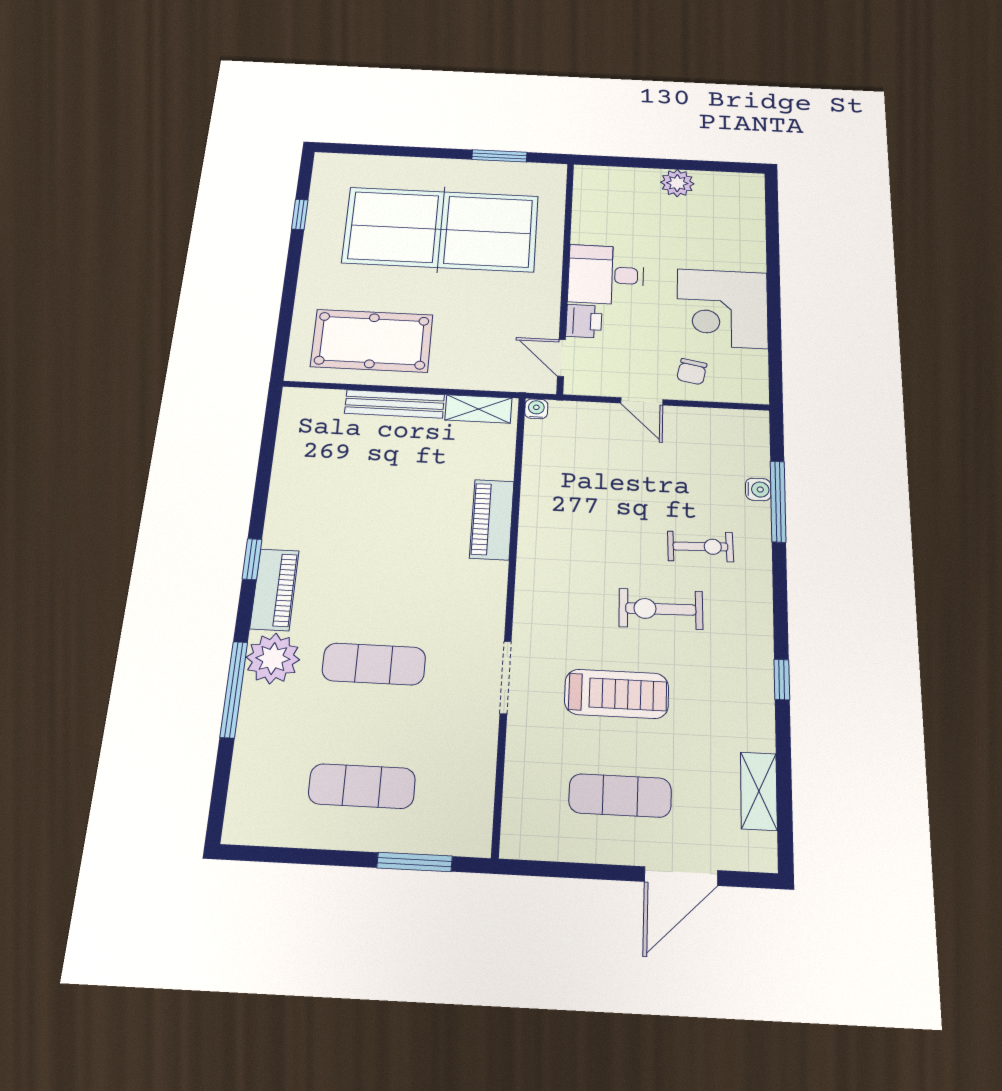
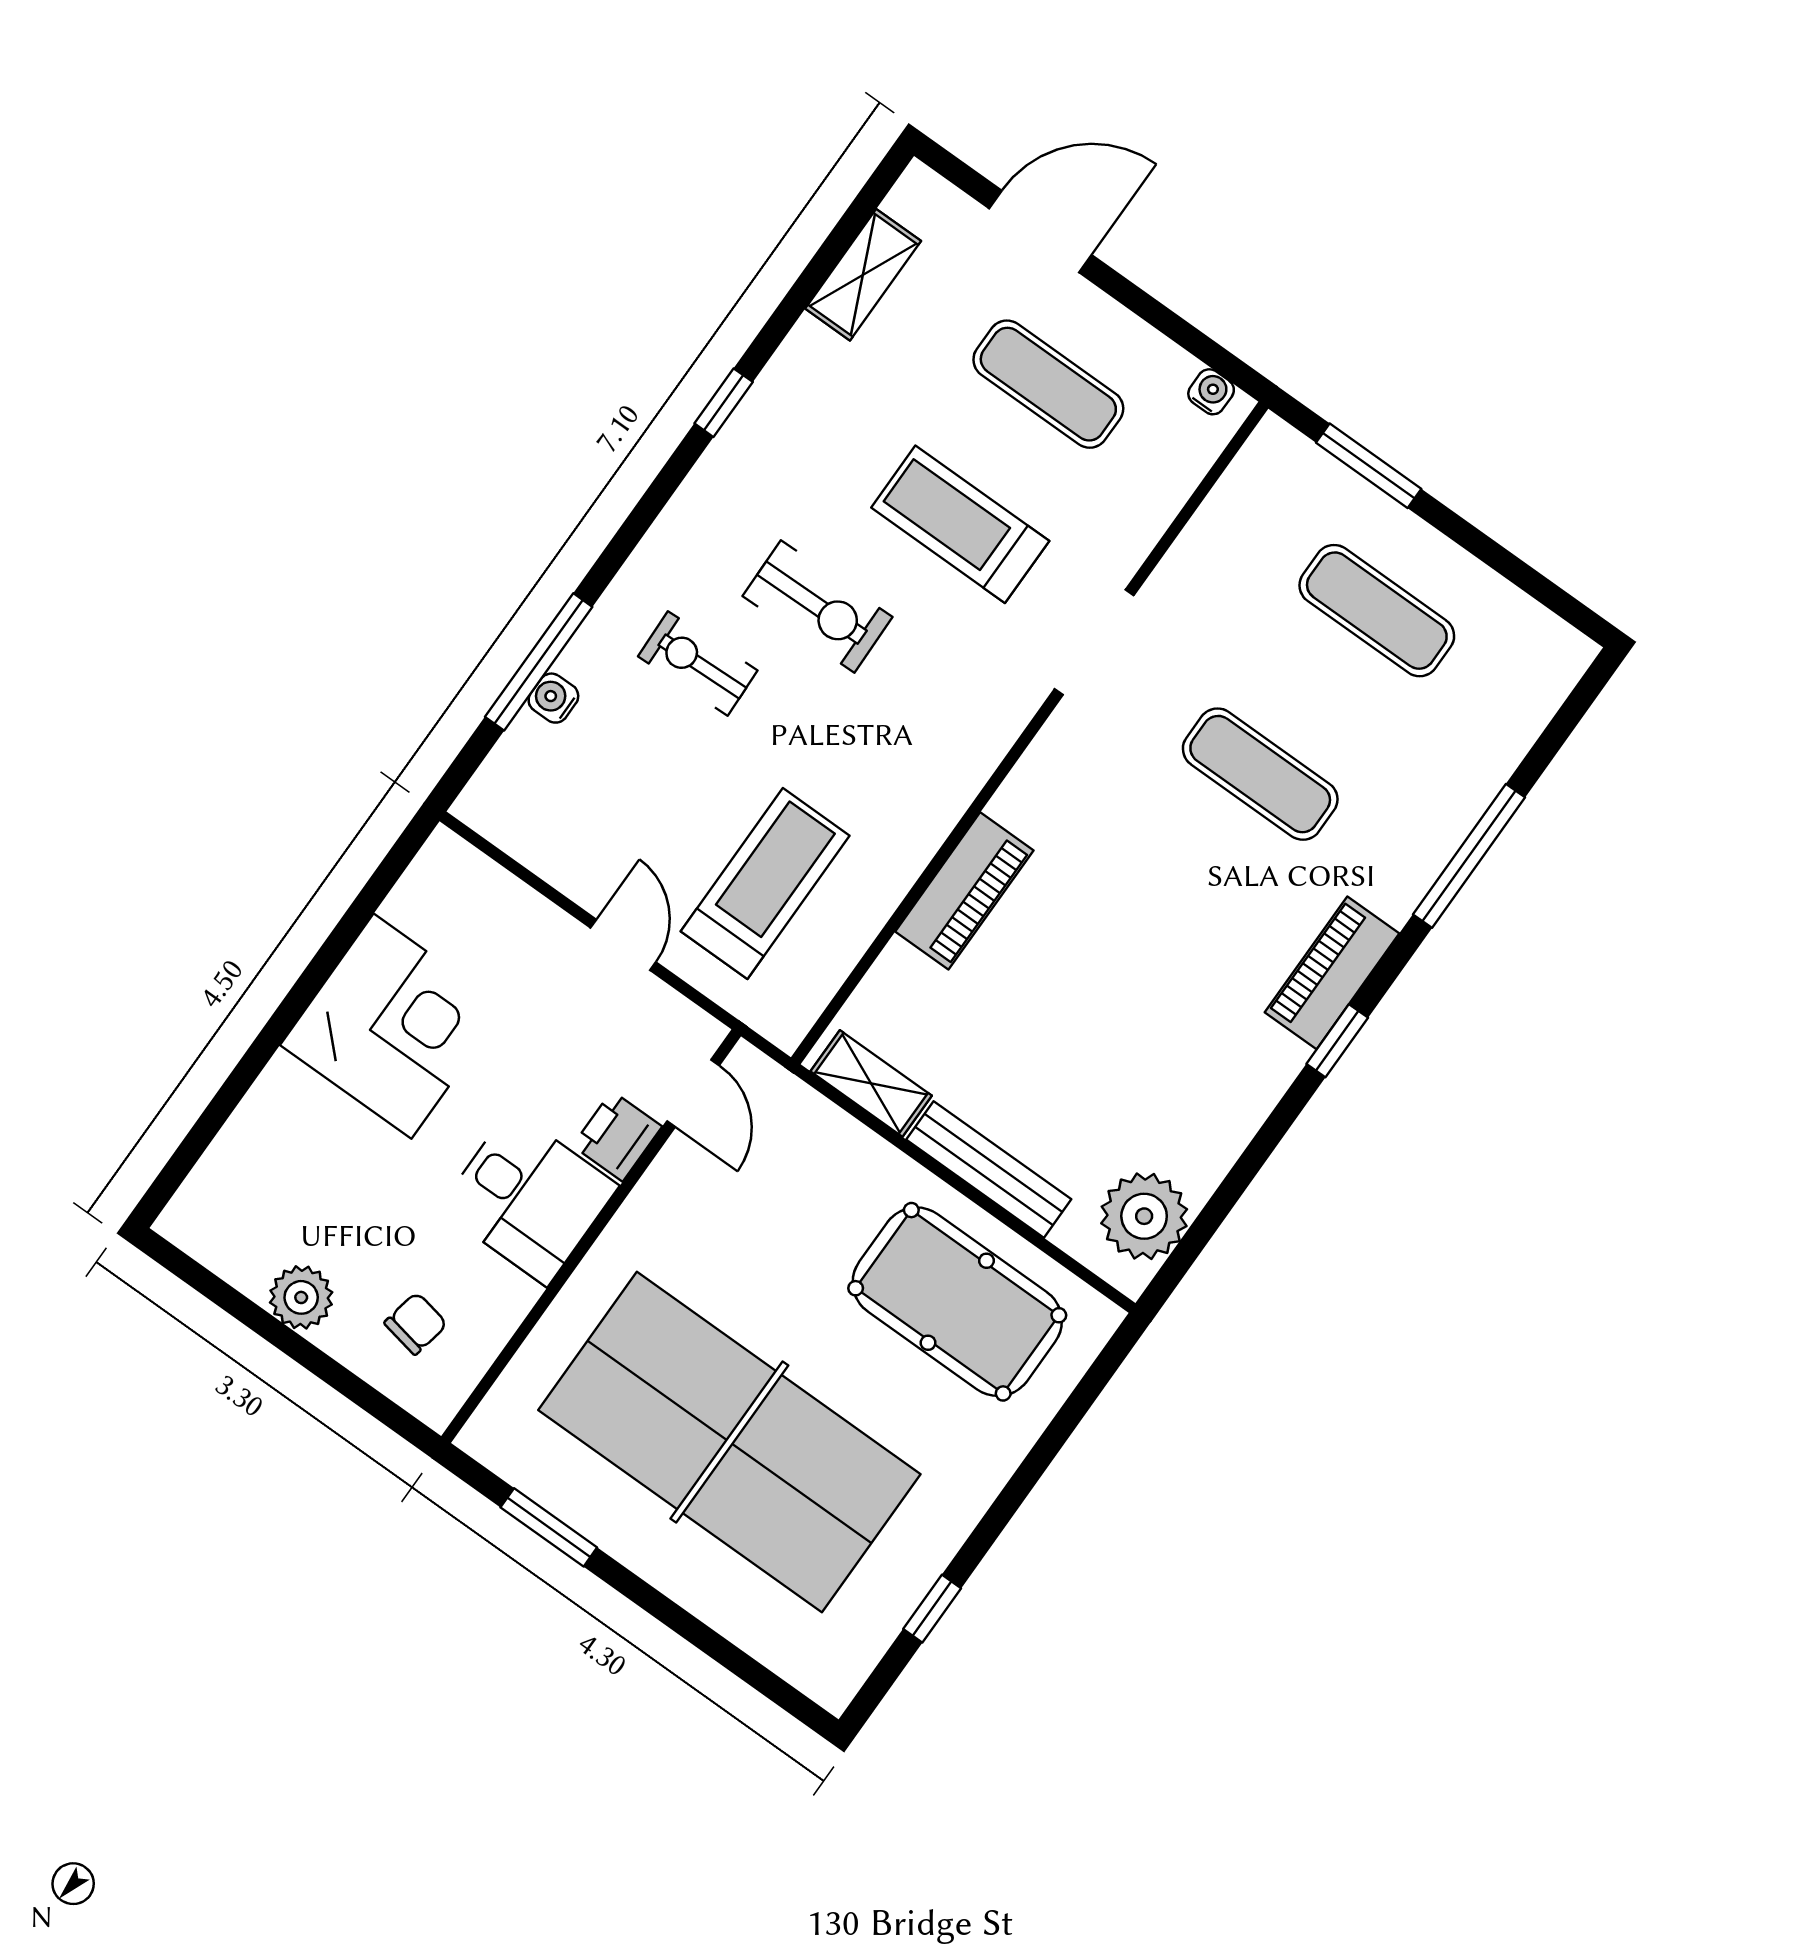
chair: (692, 372) -> (416, 1324), moved
water cooler: (536, 409) -> (1211, 392), moved, turned 180
treadmill: (593, 466) -> (765, 884), added
plant: (273, 659) -> (1144, 1216), moved

